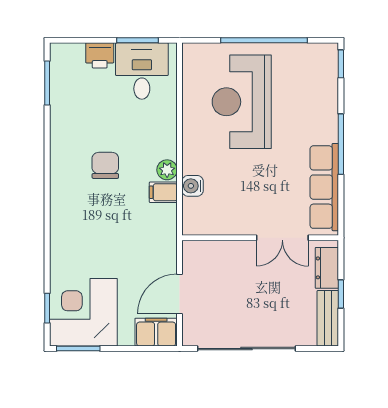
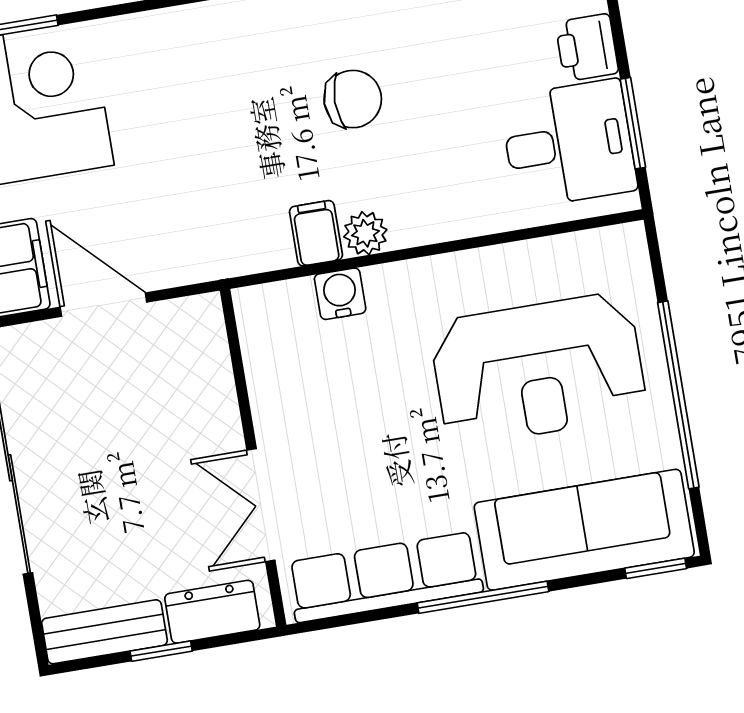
sofa: (318, 93) -> (584, 530), added
reception desk: (242, 102) -> (538, 369), turned 180

